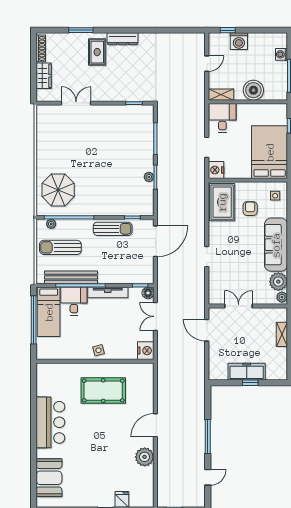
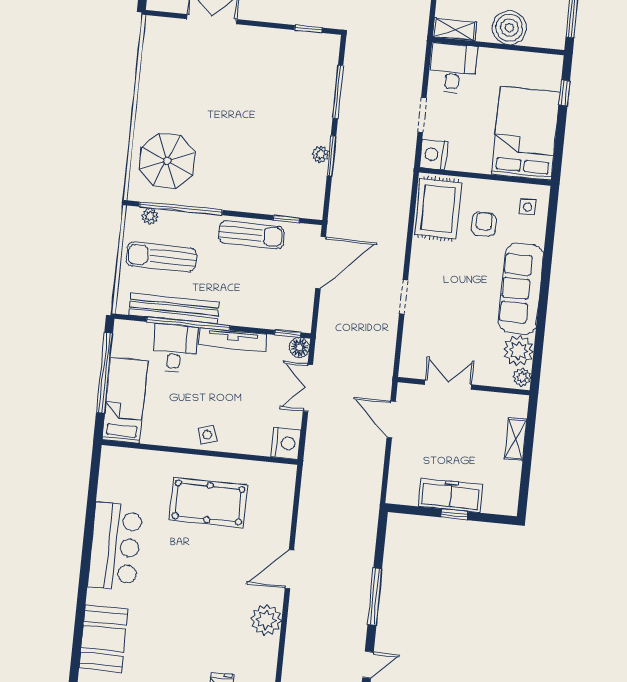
bed: (49, 312) -> (125, 400), moved, turned 180

